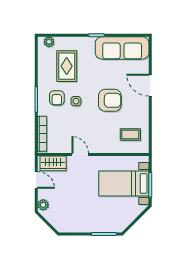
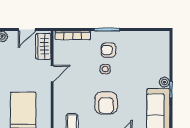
plant: (49, 42) -> (164, 82), moved
rug: (67, 66) -> (140, 60), removed

